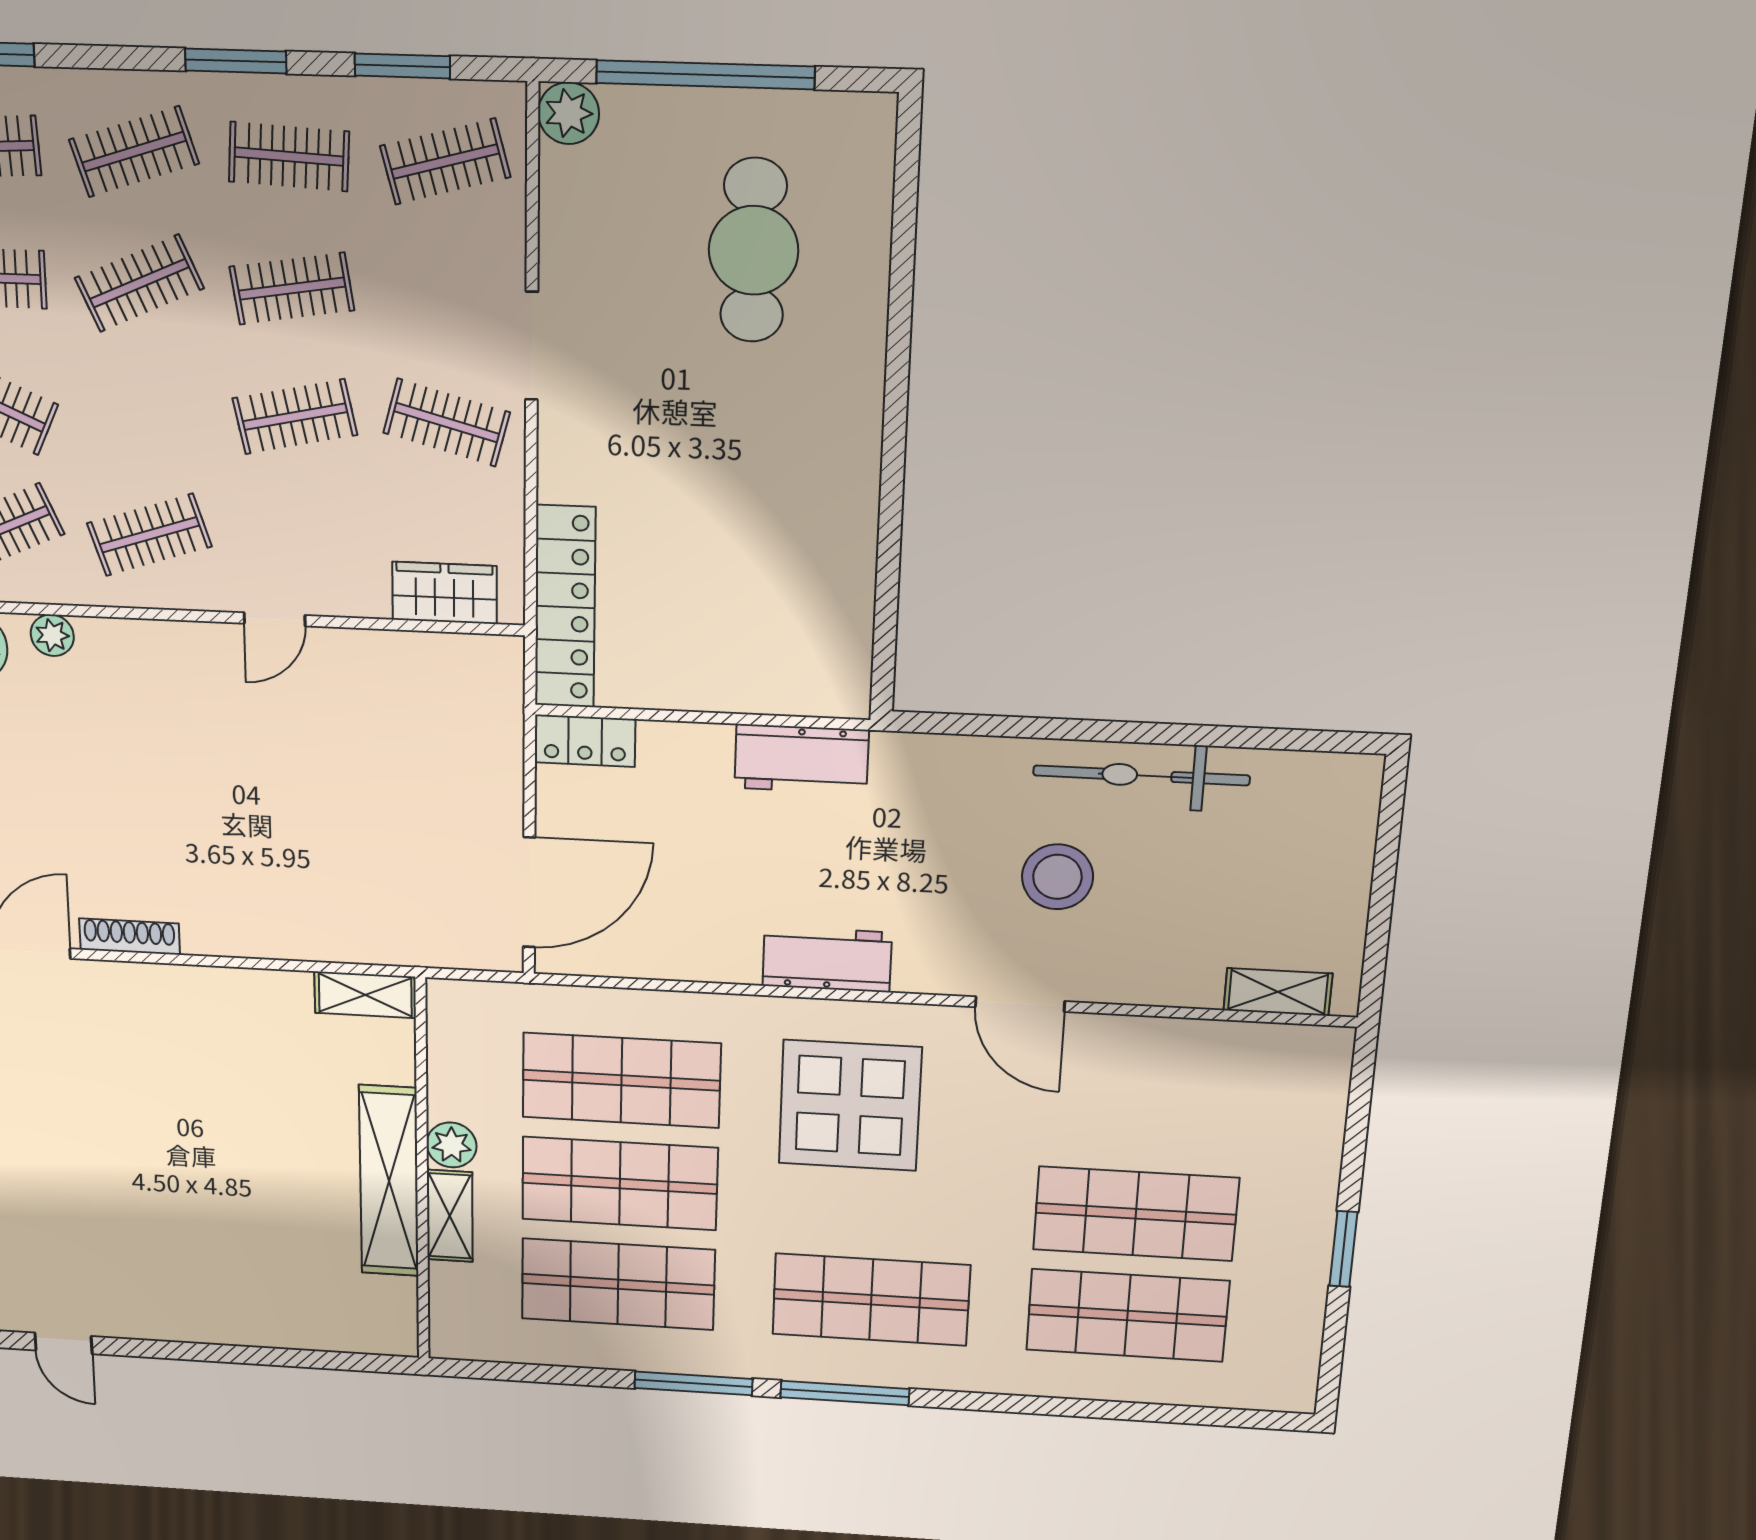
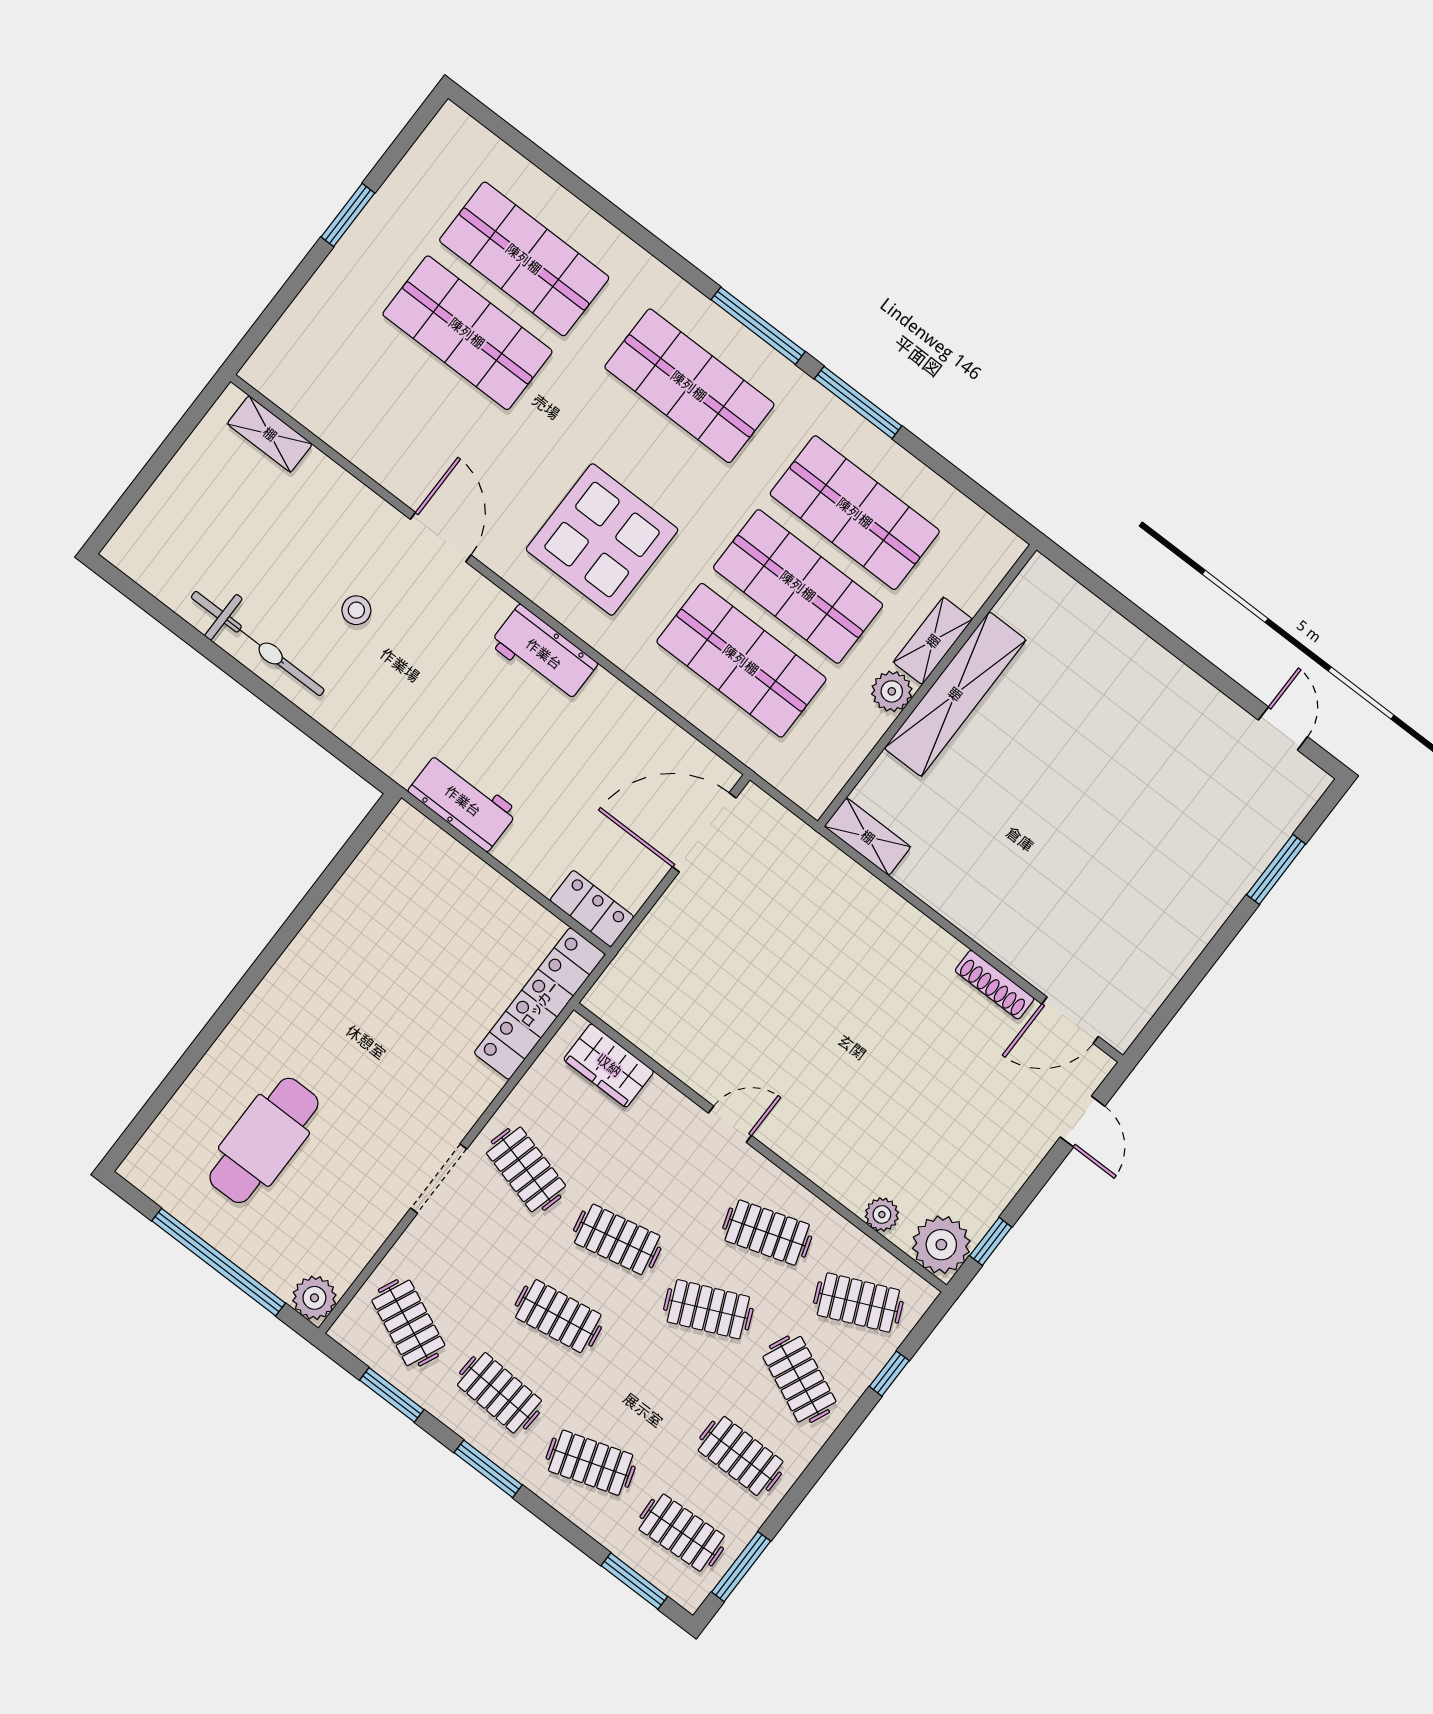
clothes rail: (445, 162) -> (408, 1323), turned 39
clothes rail: (139, 283) -> (708, 1309), moved
stool: (1057, 877) -> (356, 610), width x0.53, depth x0.53

